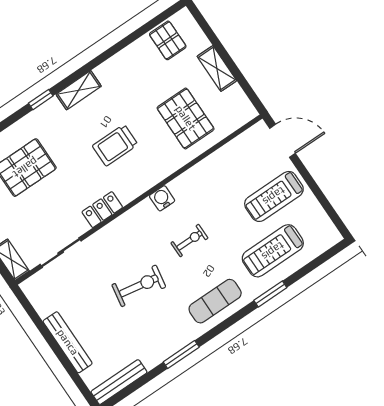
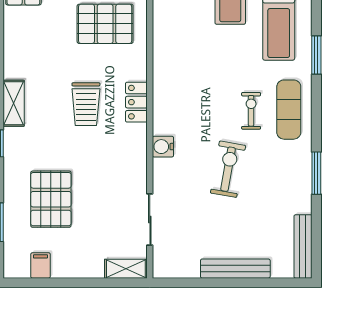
water cooler: (162, 198) -> (163, 147), moved
locker: (102, 210) -> (136, 102), moved
exercise bike: (189, 241) -> (251, 111), moved

